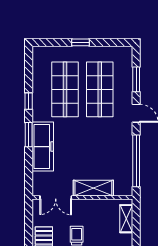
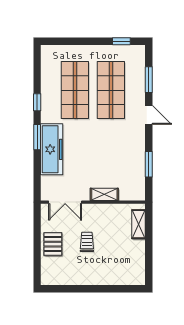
window: (81, 42) -> (121, 41), moved
window: (136, 161) -> (149, 164), width x0.47
shelving: (93, 188) -> (104, 194), width x0.67, depth x0.75

